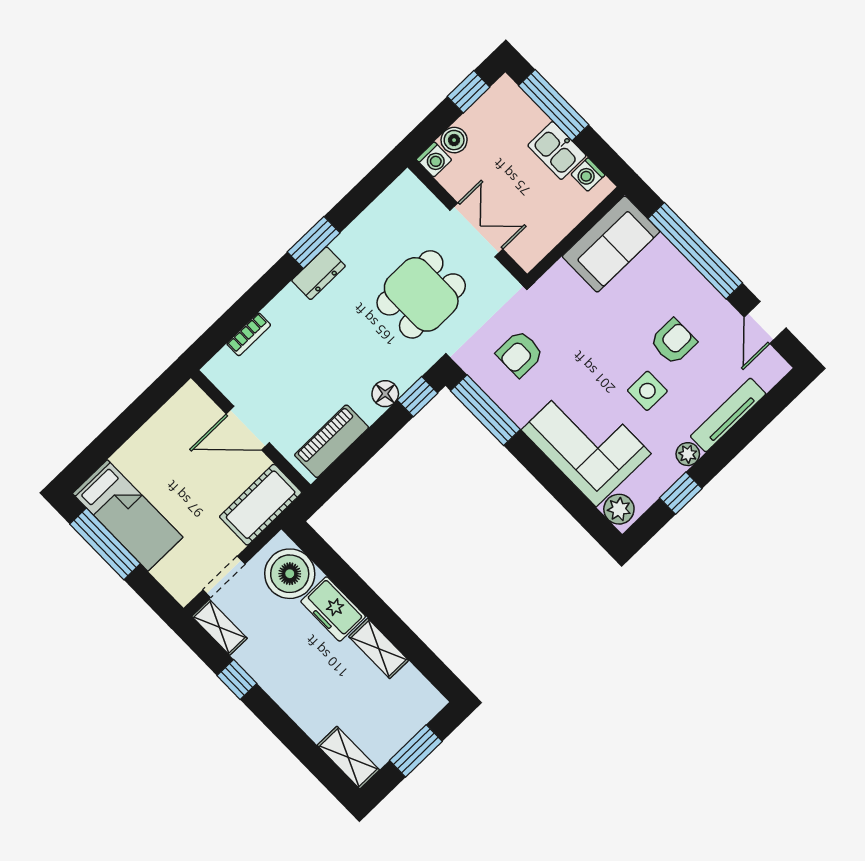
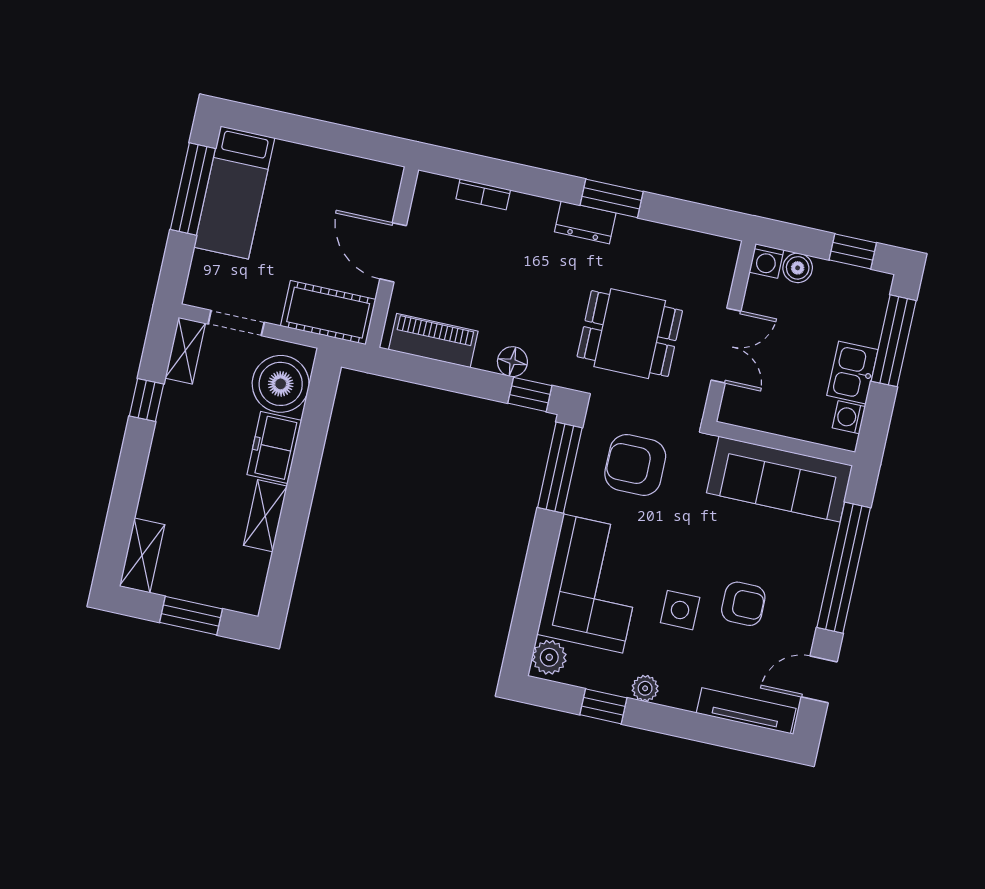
sofa: (611, 244) -> (779, 479), width x1.36
armchair: (520, 354) -> (635, 465), width x1.38, depth x1.38
tv unit: (728, 415) -> (746, 711), moved

